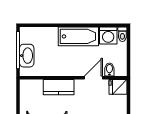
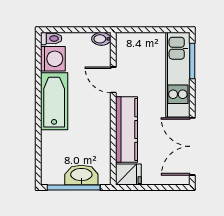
bidet: (109, 70) -> (101, 39), moved
kitchen counter: (59, 87) -> (127, 130), width x1.50
fridge: (118, 87) -> (128, 175), moved, turned -90

